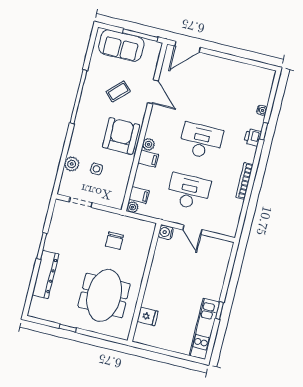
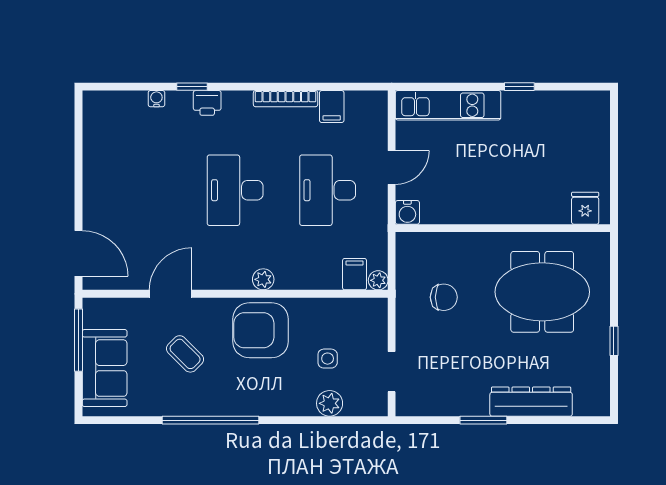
filing cabinet: (148, 159) -> (332, 107), moved, turned 180
fridge: (148, 316) -> (585, 208), moved
kitchen unit: (204, 329) -> (448, 105), moved

